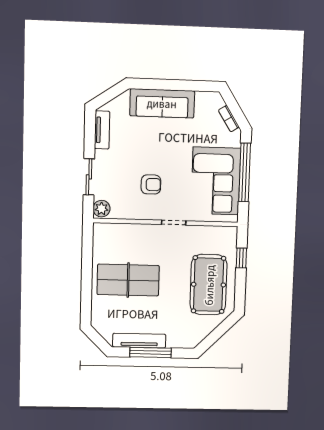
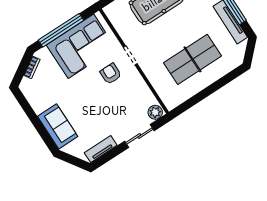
sofa: (162, 103) -> (58, 126), width x0.73
armchair: (151, 184) -> (111, 74), moved
table tennis table: (128, 280) -> (192, 59), turned 90

